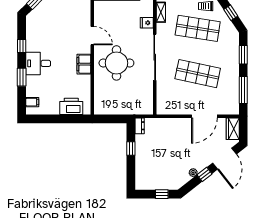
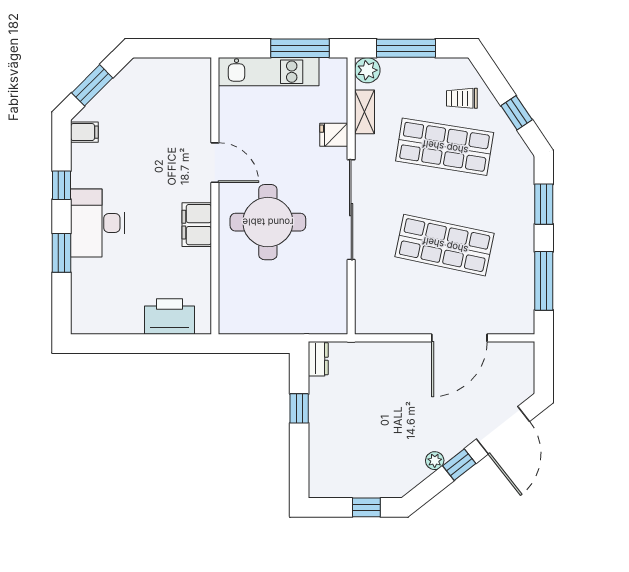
desk: (38, 63) -> (97, 223), width x1.37
filing cabinet: (32, 102) -> (84, 132), moved
wardrobe: (233, 129) -> (521, 365), removed

